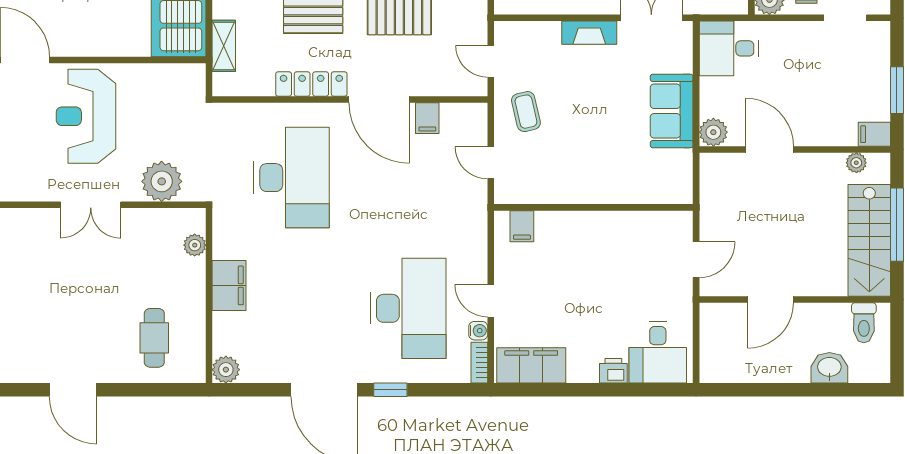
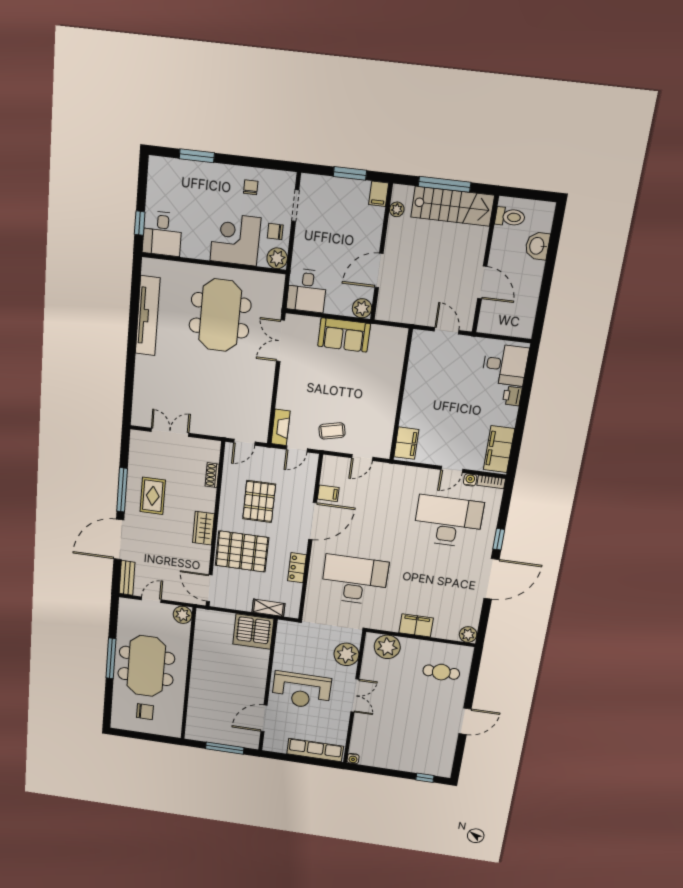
fireplace: (589, 33) -> (281, 427), moved
locker: (311, 84) -> (297, 568), width x0.66
filing cabinet: (522, 226) -> (406, 443), width x2.00
plant: (195, 245) -> (387, 647), width x1.87, depth x1.87

